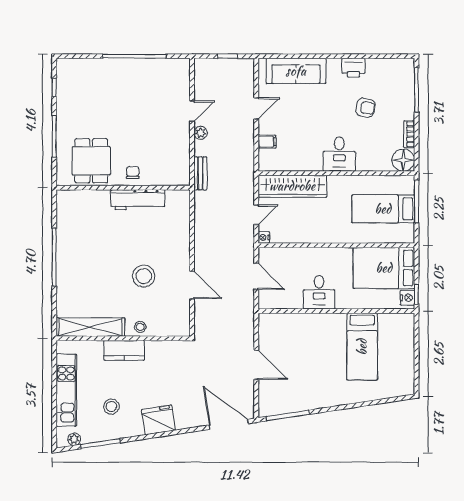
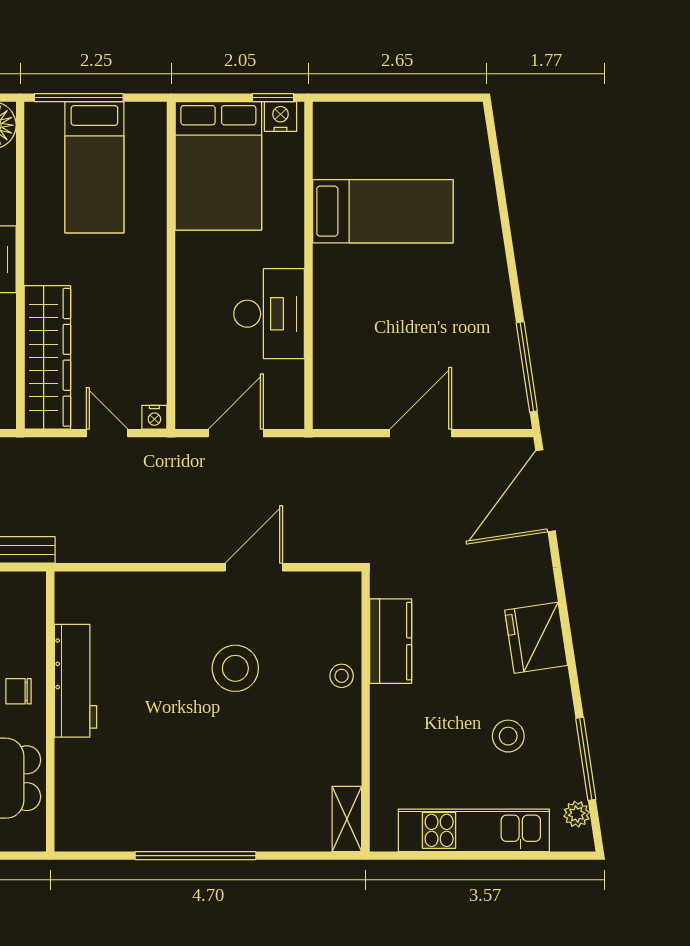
desk: (319, 292) -> (269, 314), width x1.37
shelving: (90, 327) -> (347, 819), width x0.45, depth x0.75
kitchen counter: (124, 350) -> (391, 641), moved

